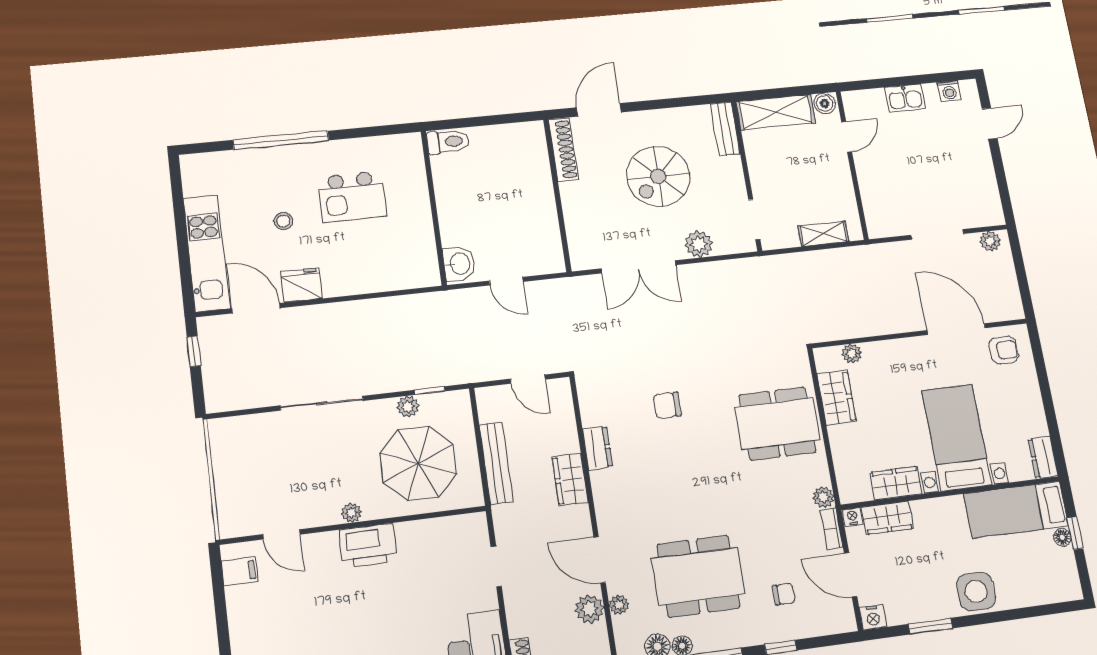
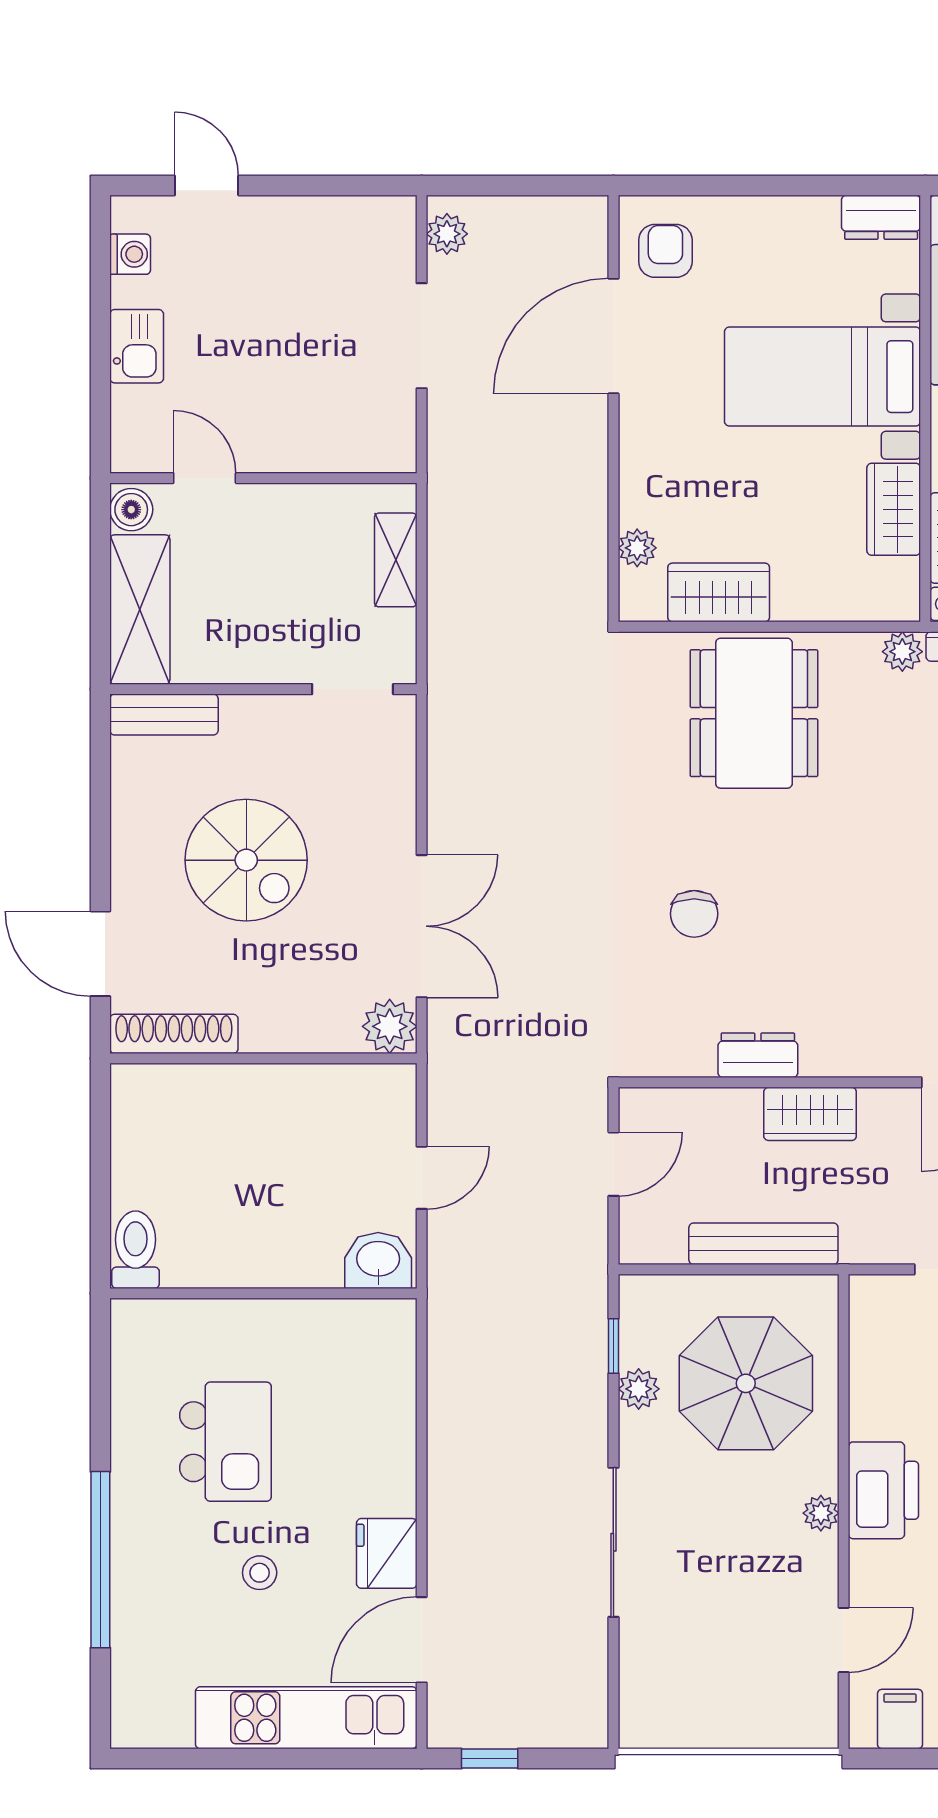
plant: (699, 244) -> (390, 1026), moved

